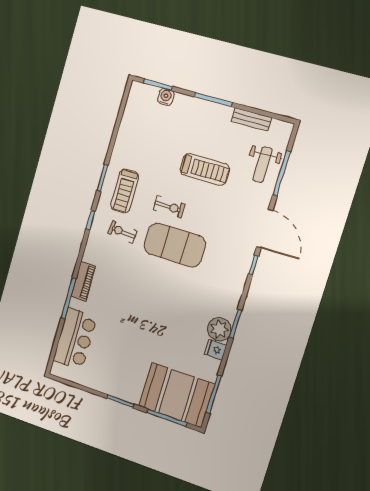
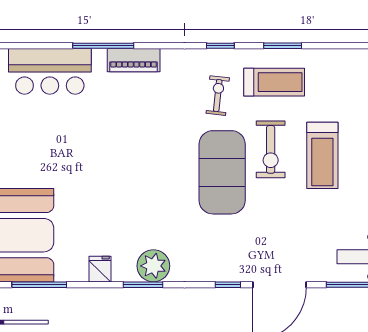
treadmill: (205, 169) -> (322, 155), moved
treadmill: (125, 191) -> (274, 82), turned 180
exercise bike: (169, 207) -> (271, 149), width x1.38, depth x1.39
plant: (219, 329) -> (153, 266), moved

